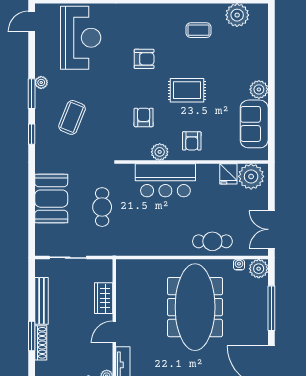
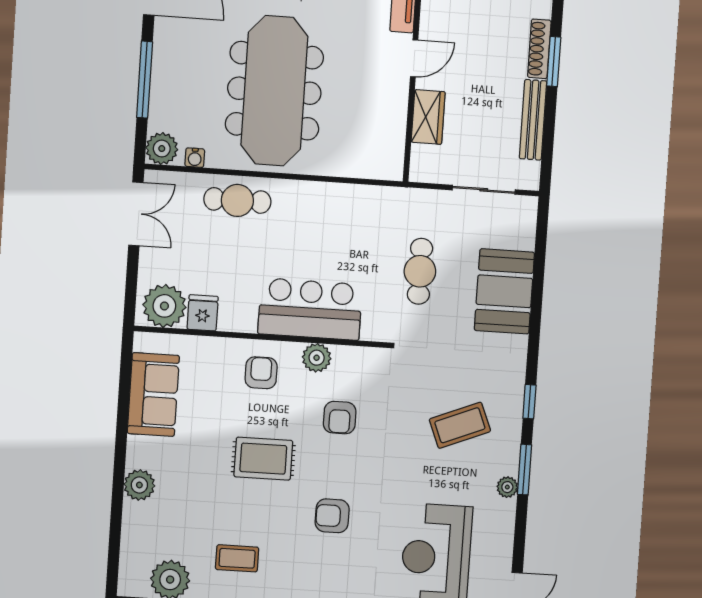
plant: (259, 89) -> (139, 485), moved
coffee table: (72, 117) -> (460, 425), turned 46

